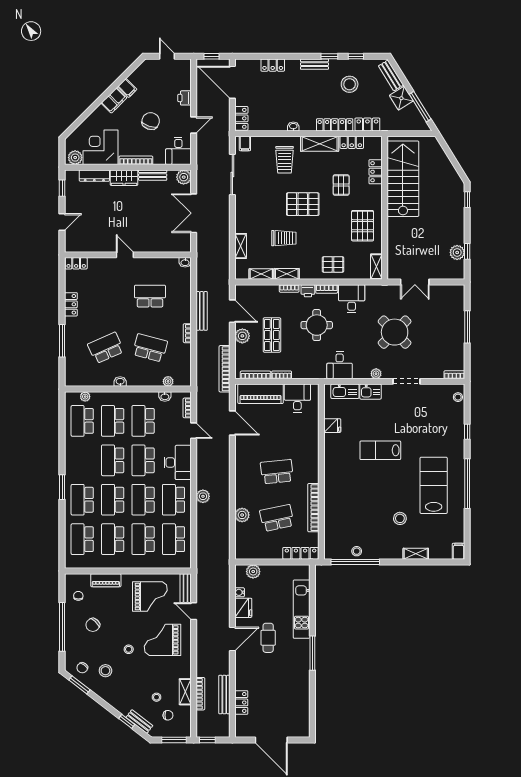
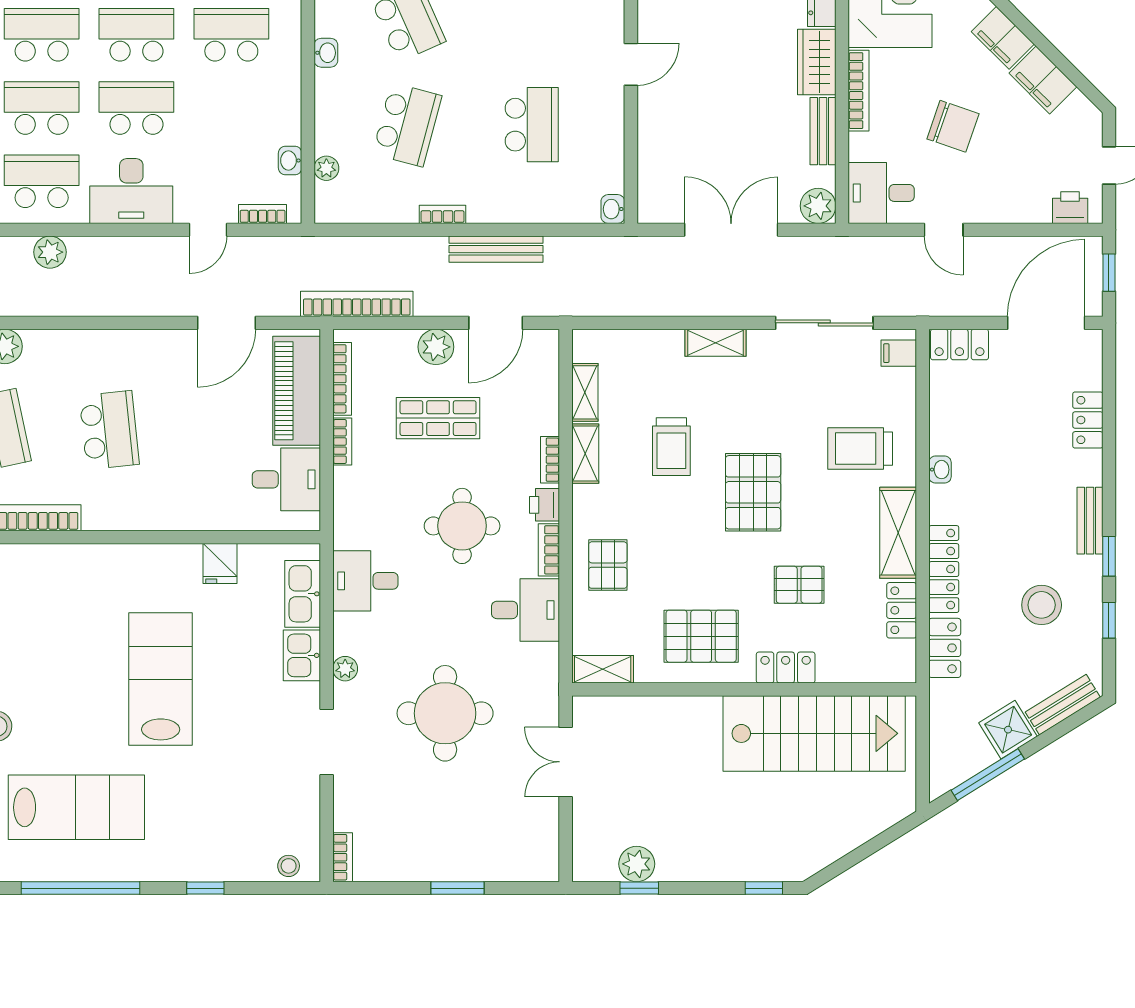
filing cabinet: (127, 88) -> (1043, 80), width x2.00
printer: (184, 98) -> (1070, 208), moved
locker: (376, 172) -> (786, 667), moved
shelving: (241, 246) -> (715, 343), moved
window: (467, 327) -> (457, 888), width x0.69
round table: (395, 332) -> (445, 713), turned 45
school desk: (143, 421) -> (231, 108), removed
lab bench: (380, 450) -> (161, 679), width x1.36, depth x1.39

